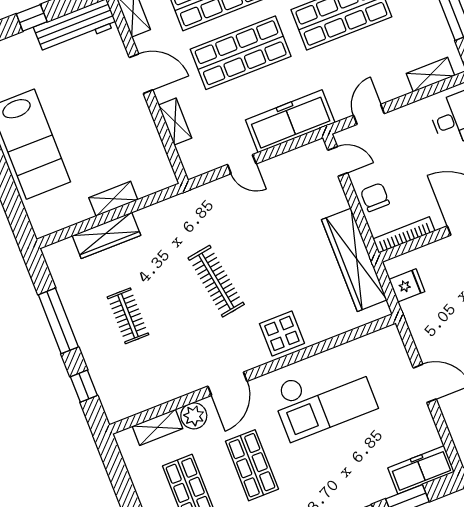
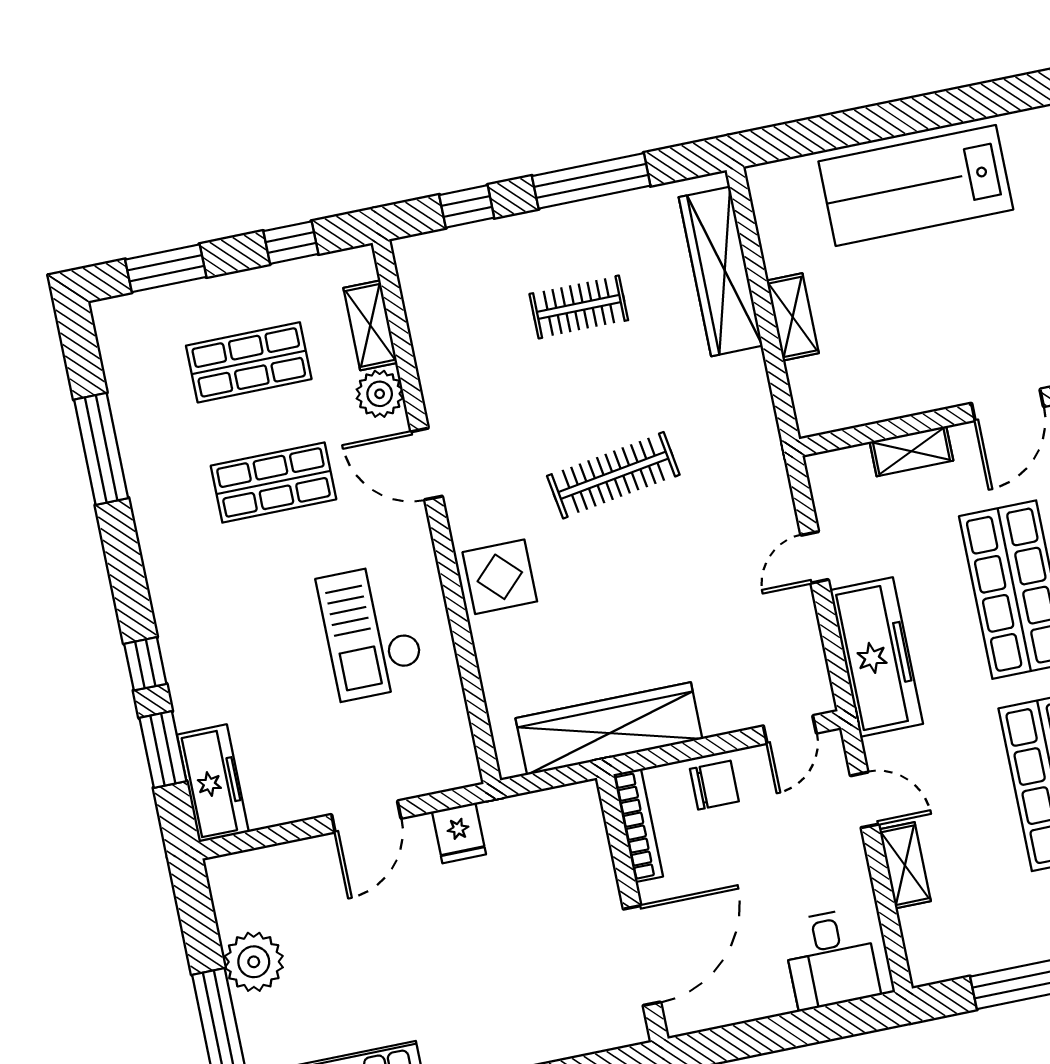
shelving: (430, 75) -> (905, 865), moved
wardrobe: (106, 235) -> (721, 271), width x1.40, depth x1.17
fridge: (407, 285) -> (459, 833), moved
checkout: (324, 398) -> (371, 632), width x0.73, depth x0.83
window: (120, 478) -> (291, 243), added

